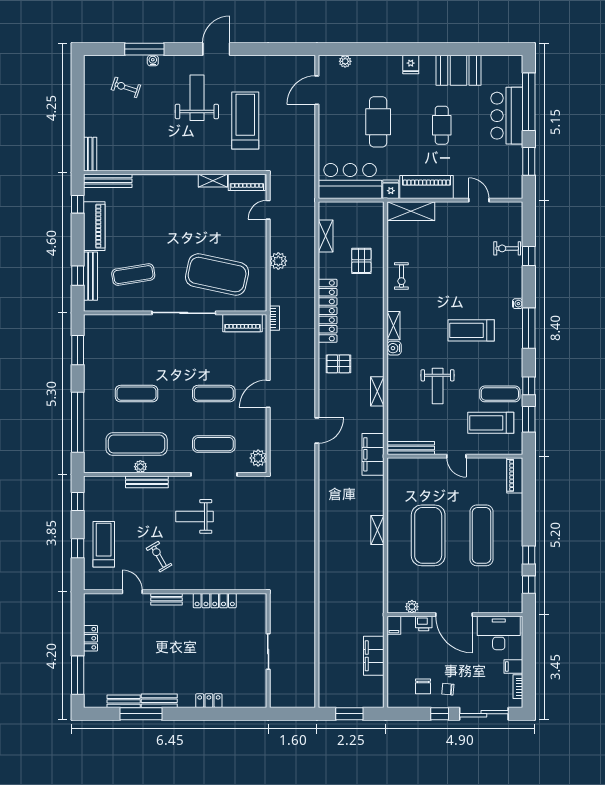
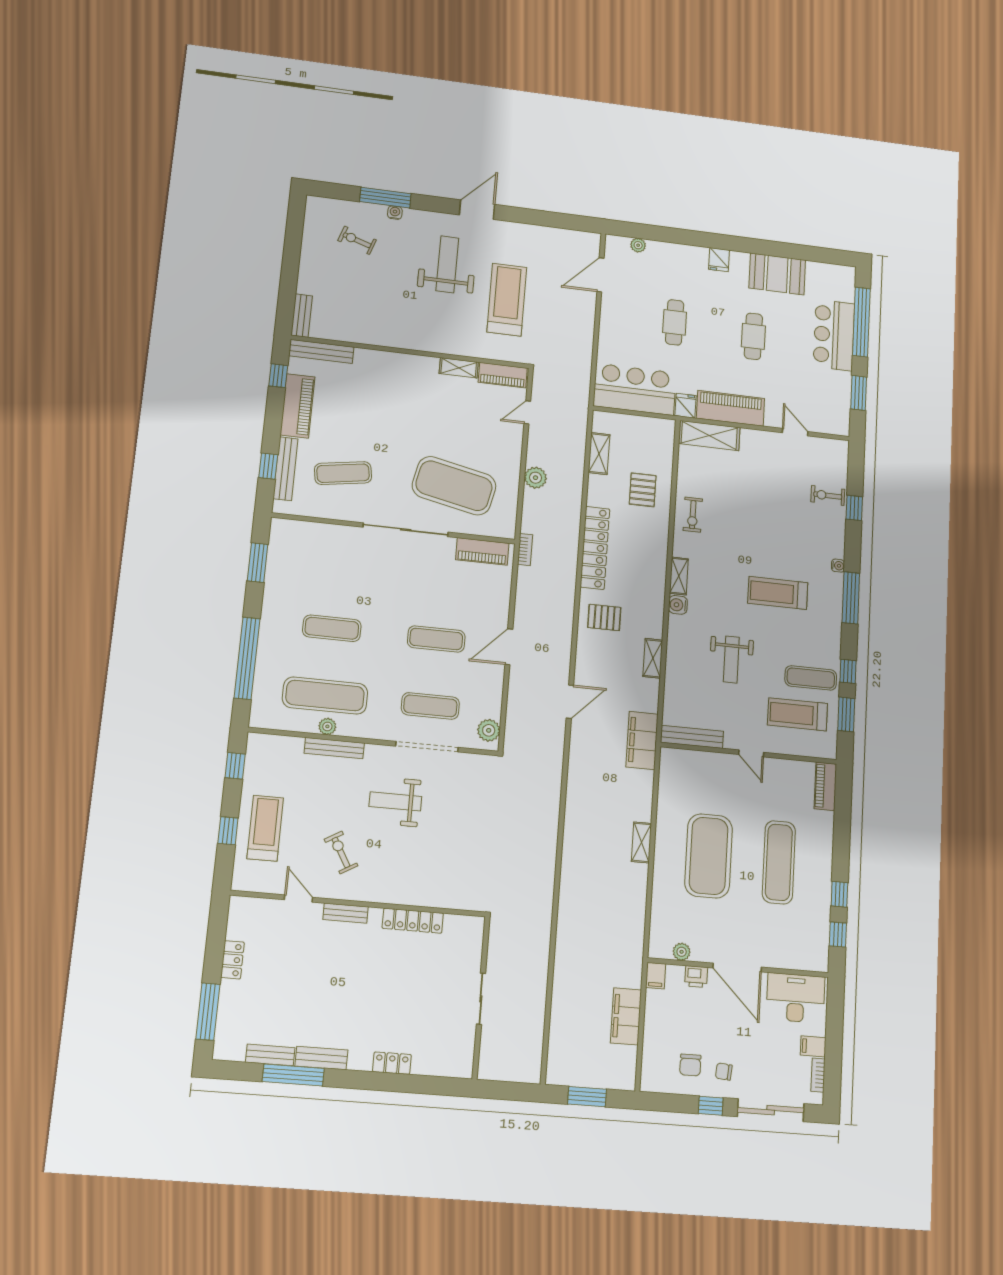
cafe table: (378, 122) -> (675, 322), width x0.73, depth x0.74

